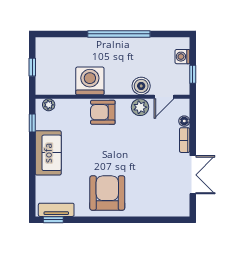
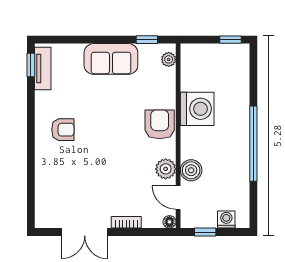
window: (32, 67) -> (231, 40), moved
floor lamp: (184, 121) -> (169, 222), moved
armchair: (107, 193) -> (63, 130), width x0.53, depth x0.53

